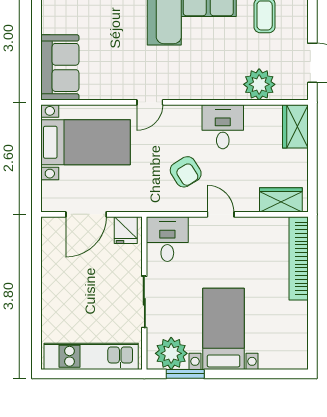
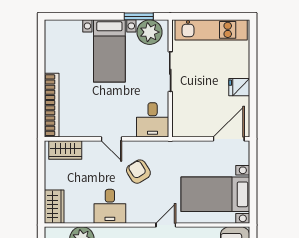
door: (86, 214) -> (229, 139), moved
fridge: (126, 230) -> (239, 87), moved, turned -90

